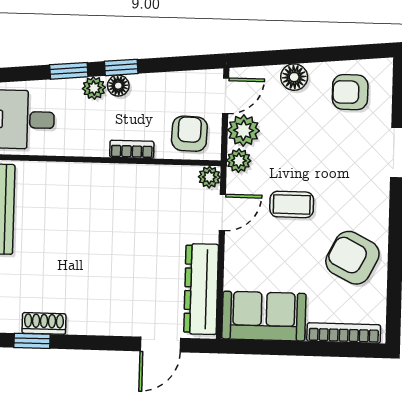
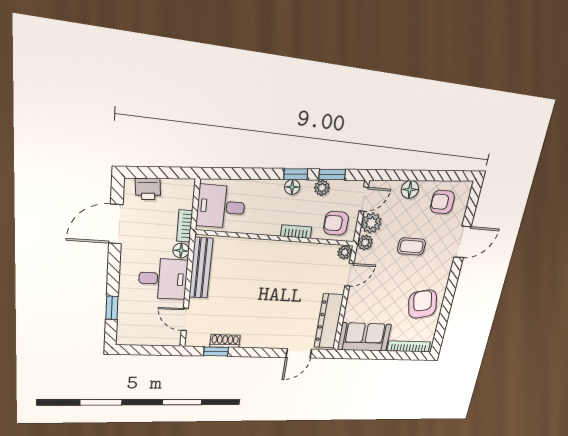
window: (69, 71) -> (332, 175), moved
plant: (94, 88) -> (322, 188), moved
armchair: (189, 134) -> (336, 223), turned -92
coffee table: (292, 204) -> (411, 246), moved
armchair: (352, 258) -> (423, 304), turned 51

